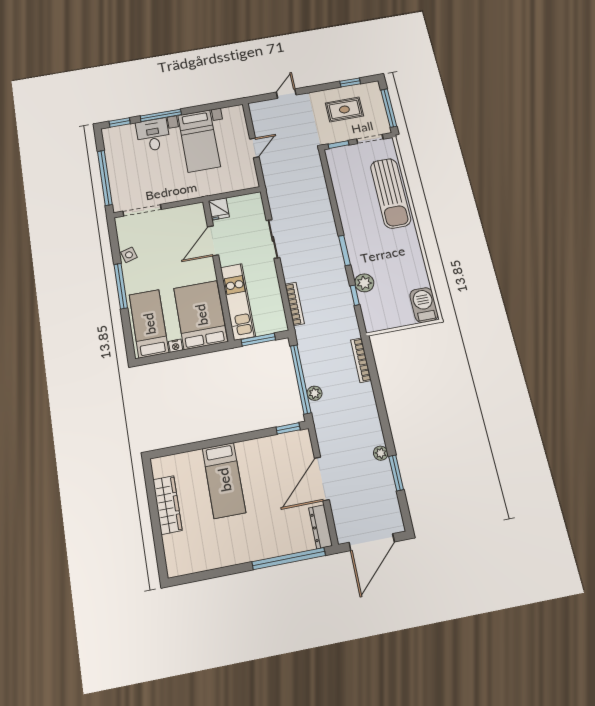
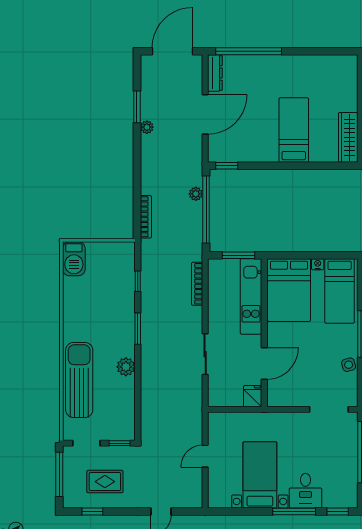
plant: (364, 283) -> (126, 367), moved
wardrobe: (167, 505) -> (348, 137), moved

